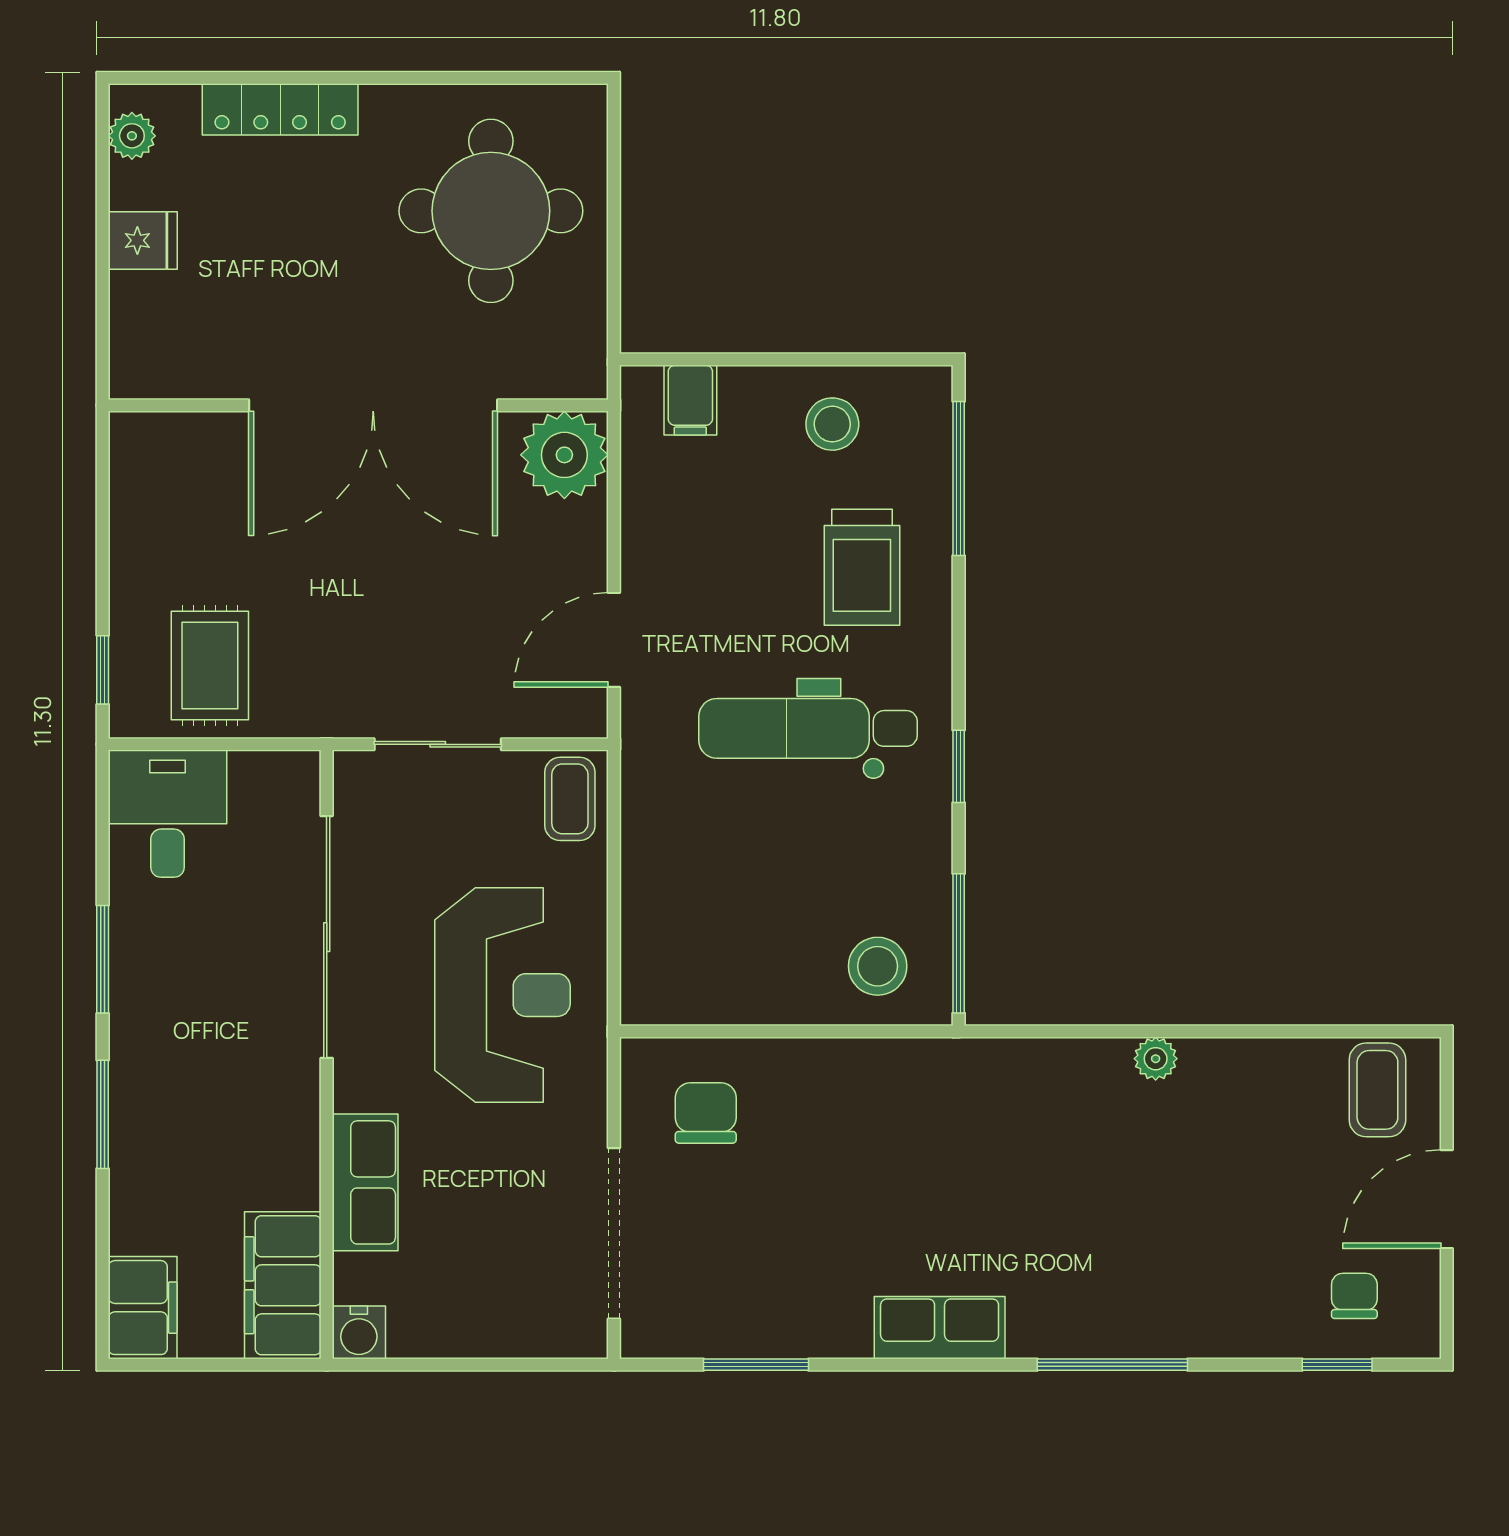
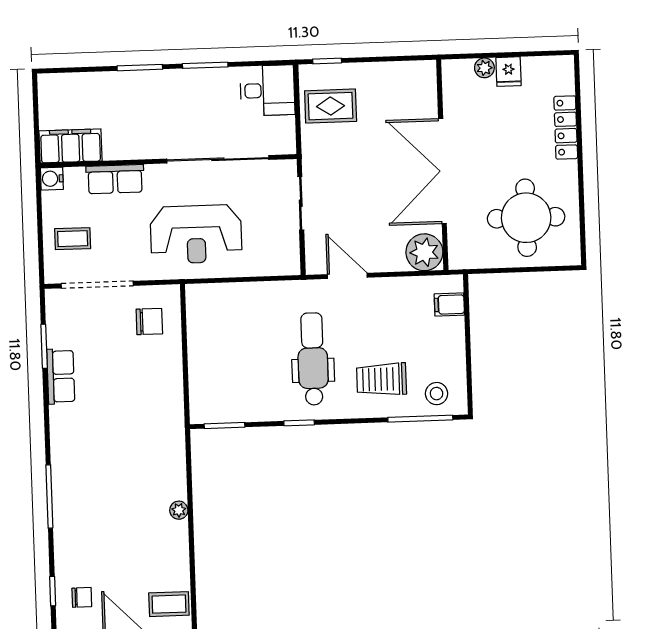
plant: (132, 136) -> (484, 68), moved
stool: (832, 424) -> (437, 394), moved
coffee table: (570, 799) -> (73, 239), moved
window: (959, 943) -> (225, 425), width x0.69
stool: (878, 966) -> (214, 392), removed
filing cabinet: (143, 1308) -> (59, 87), removed
row of seats: (940, 1328) -> (61, 376), moved

